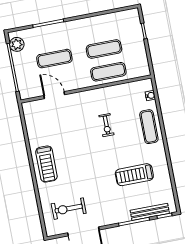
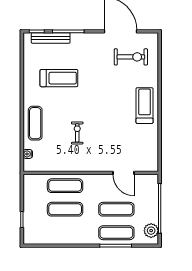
exercise mat: (50, 36) -> (116, 233), added

